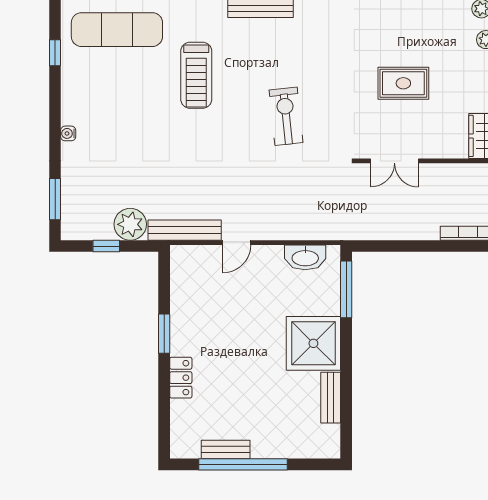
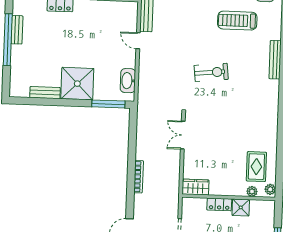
rug: (403, 83) -> (256, 167), moved

